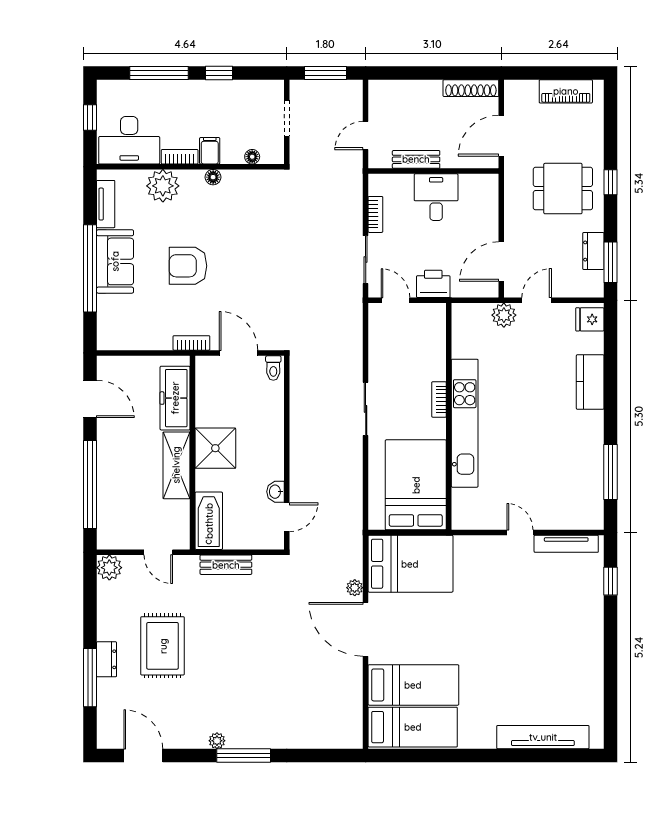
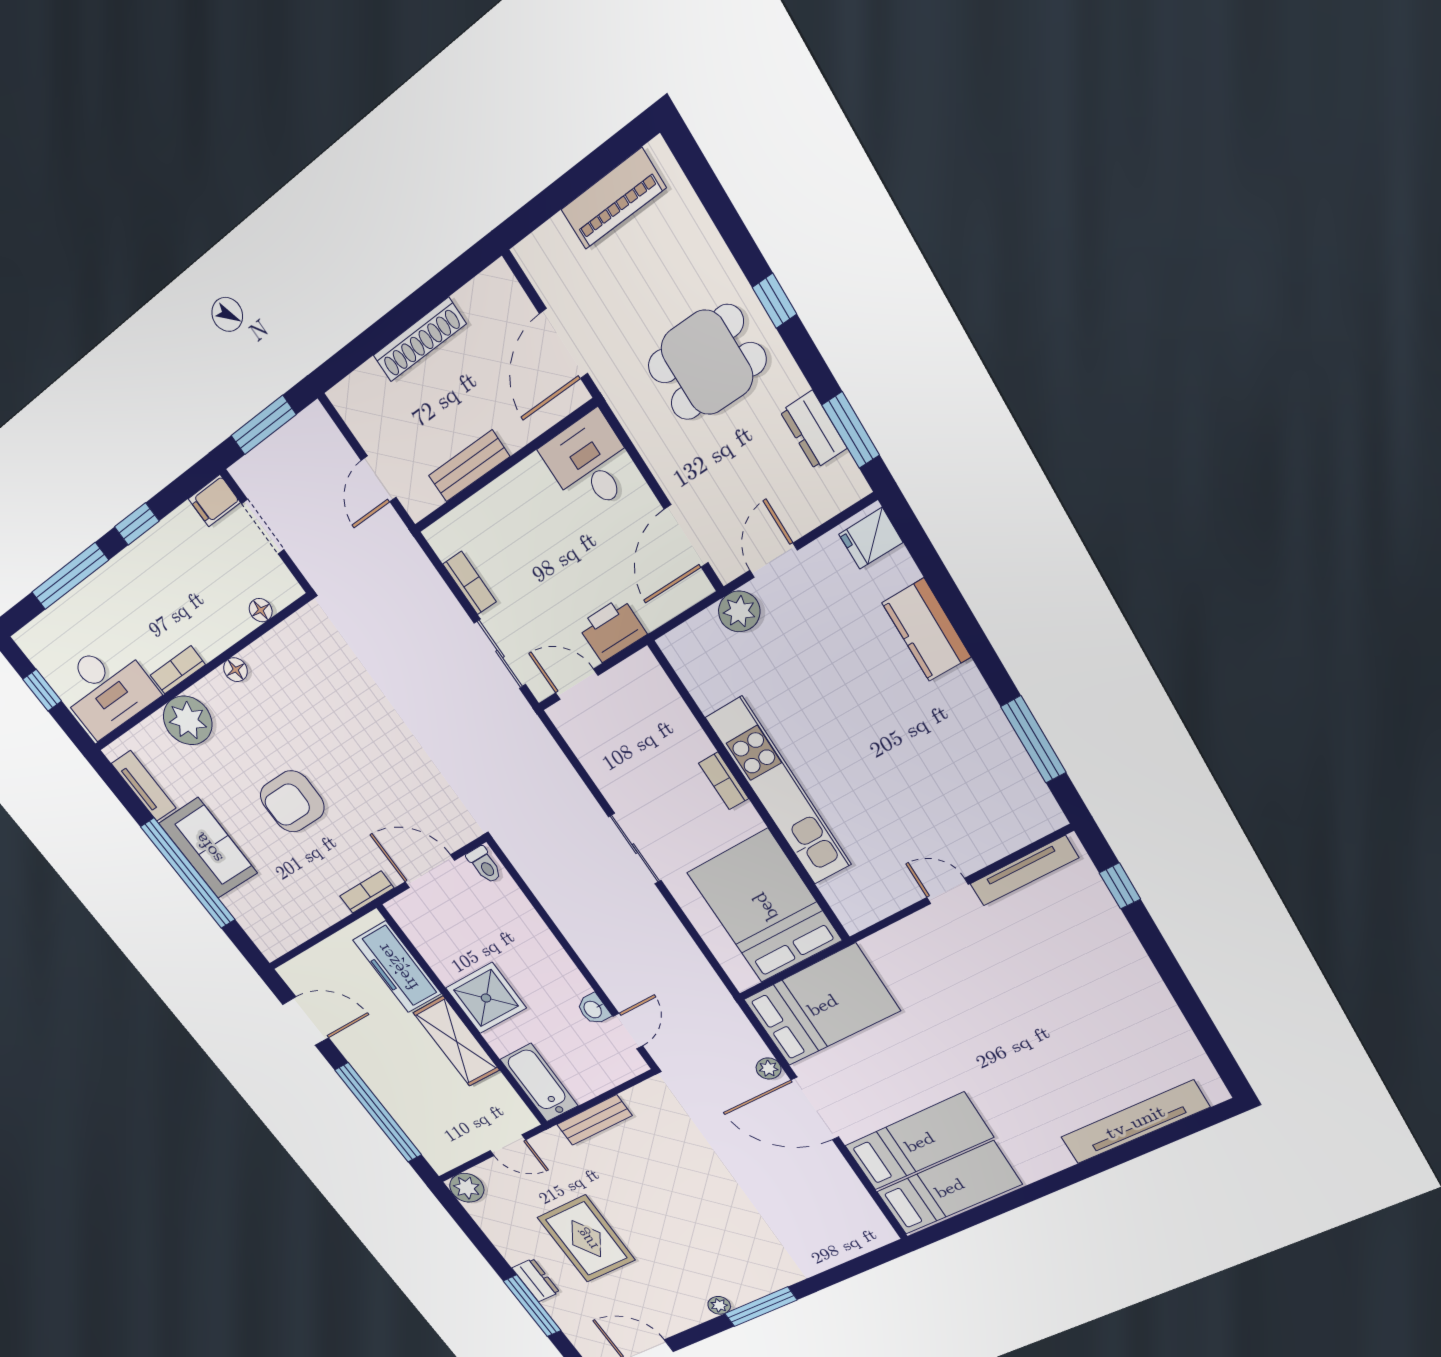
shoe rack: (471, 88) -> (420, 340), moved
filing cabinet: (210, 151) -> (214, 501), moved, turned -90
desk: (436, 197) -> (590, 463), moved

